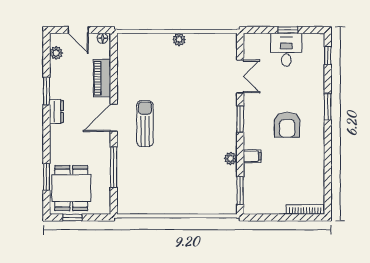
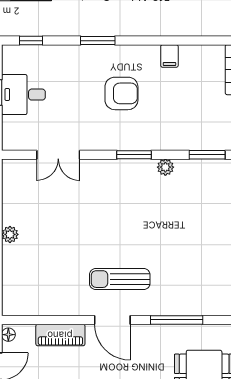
double door: (240, 76) -> (58, 155), swing flipped
window: (240, 119) -> (134, 155), moved
filing cabinet: (252, 156) -> (169, 56), moved, turned 180

